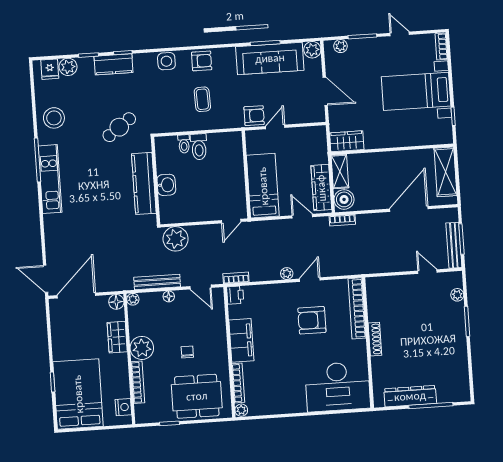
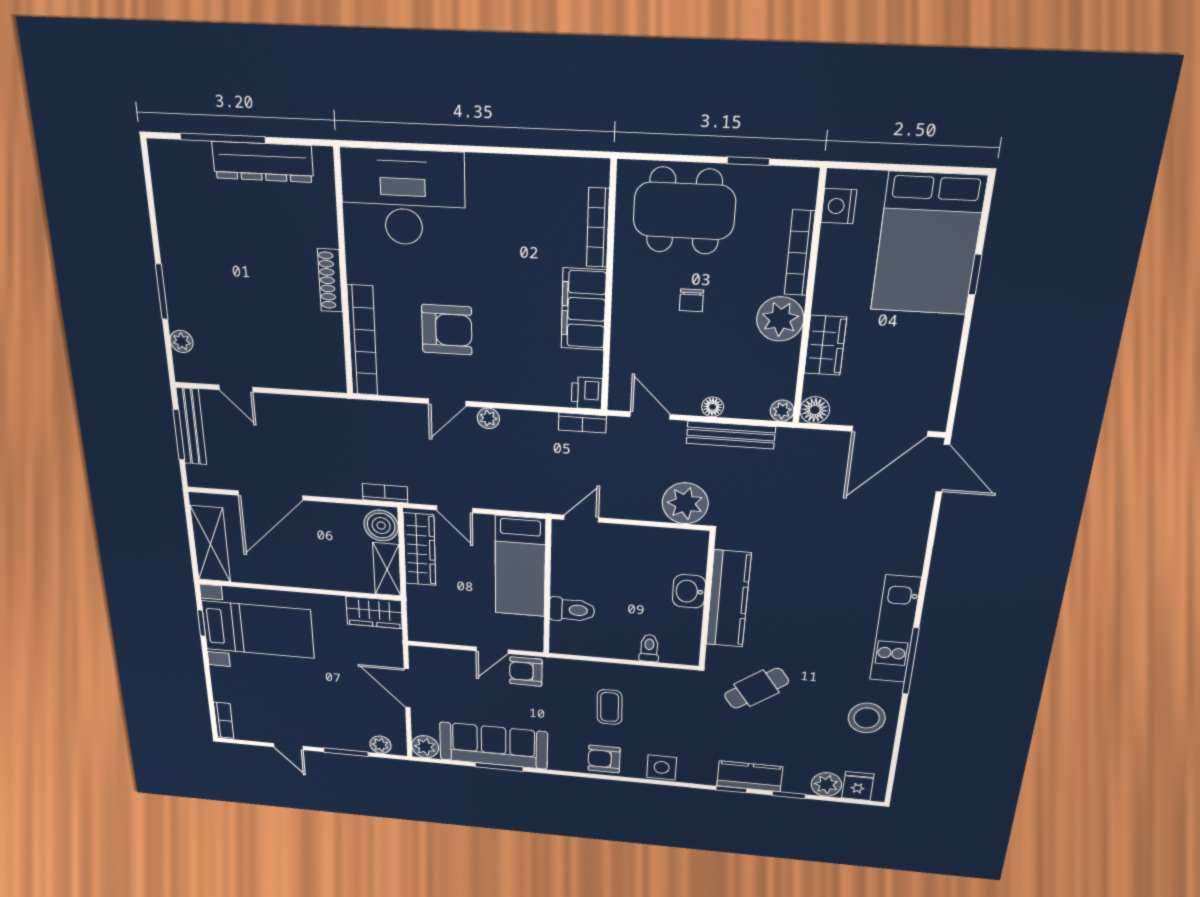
bed with nightstands: (416, 91) -> (258, 630), moved
toilet: (199, 147) -> (572, 610), moved, turned 90
plant: (241, 410) -> (597, 172), removed

